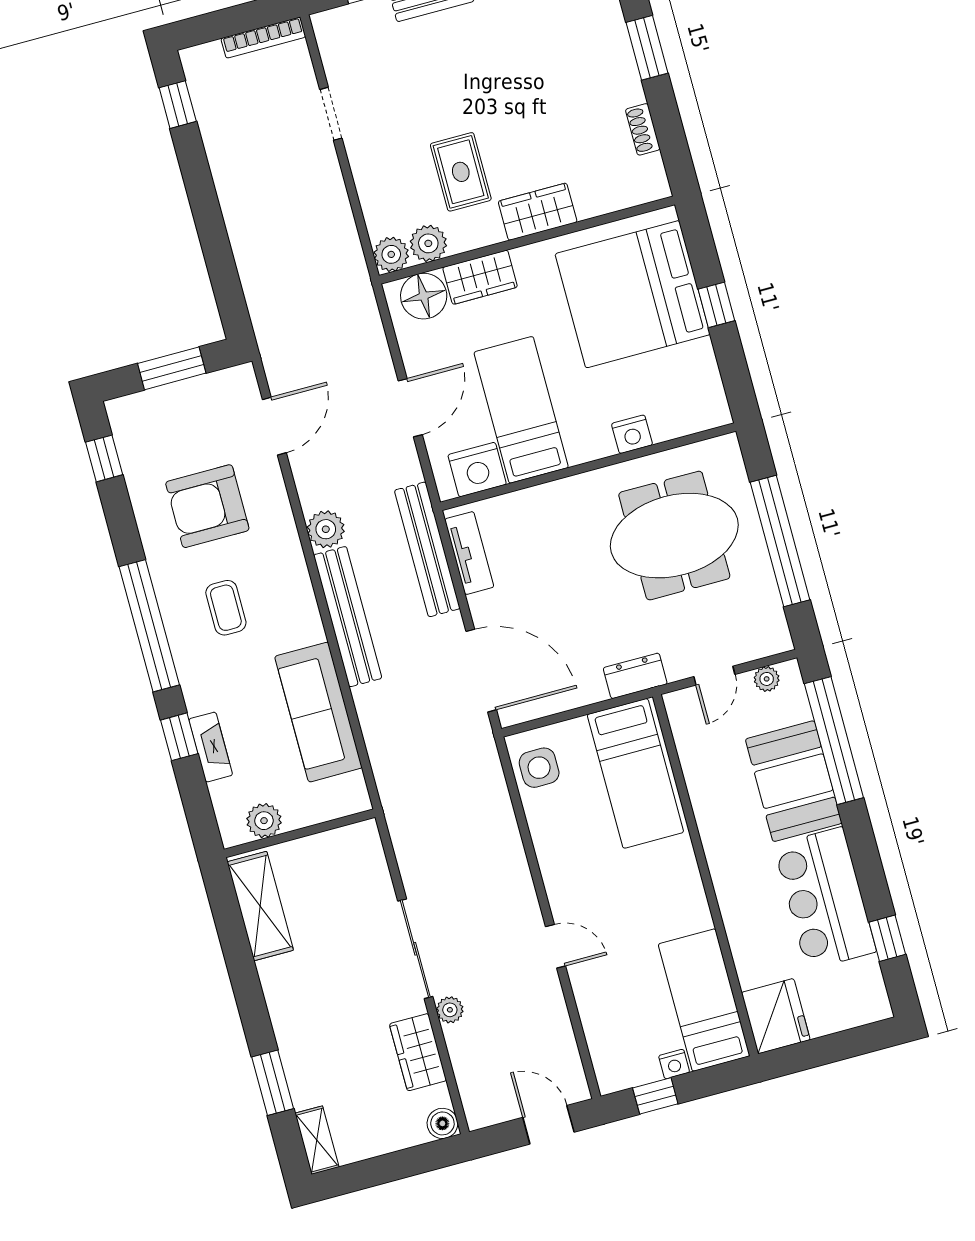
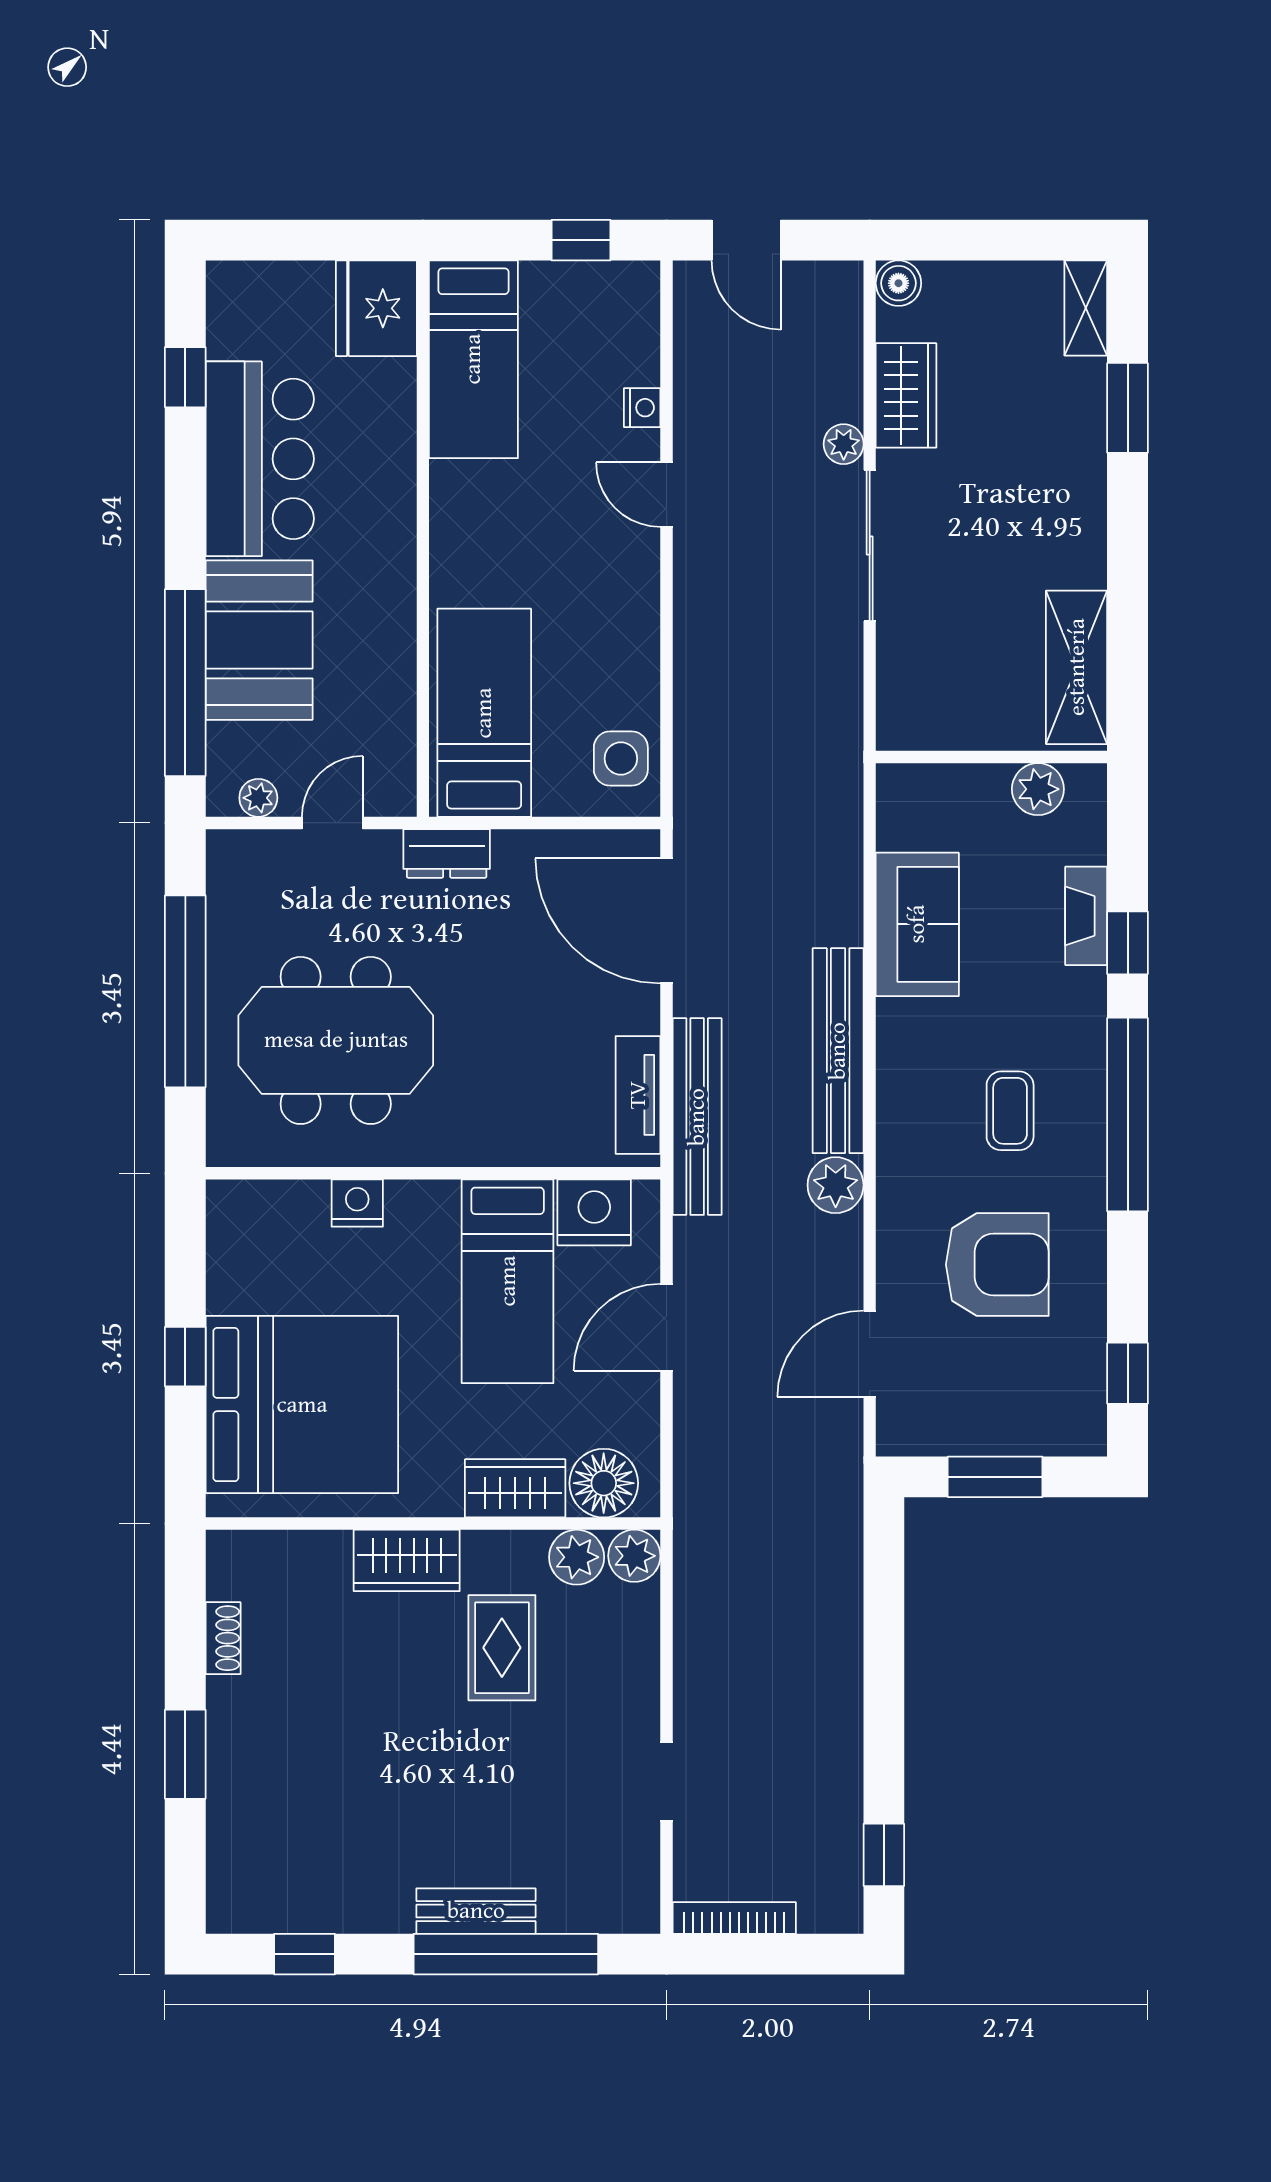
sofa: (318, 712) -> (917, 924), width x0.73
nightstand: (674, 1064) -> (642, 408), moved, turned 90

